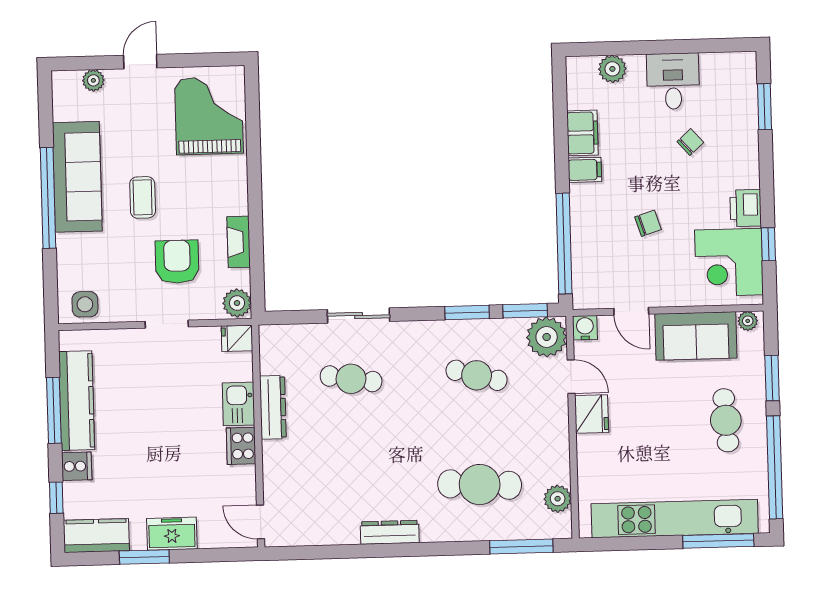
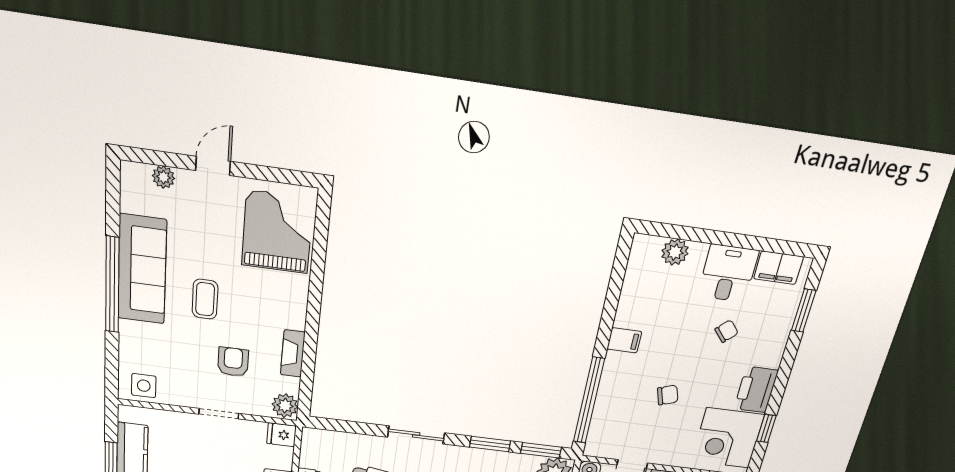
filing cabinet: (582, 133) -> (778, 268), moved, turned 90
printer: (746, 208) -> (756, 390), width x1.37, depth x1.19
armchair: (177, 262) -> (233, 362), width x0.72, depth x0.72
sliding door: (359, 315) -> (416, 435), moved

